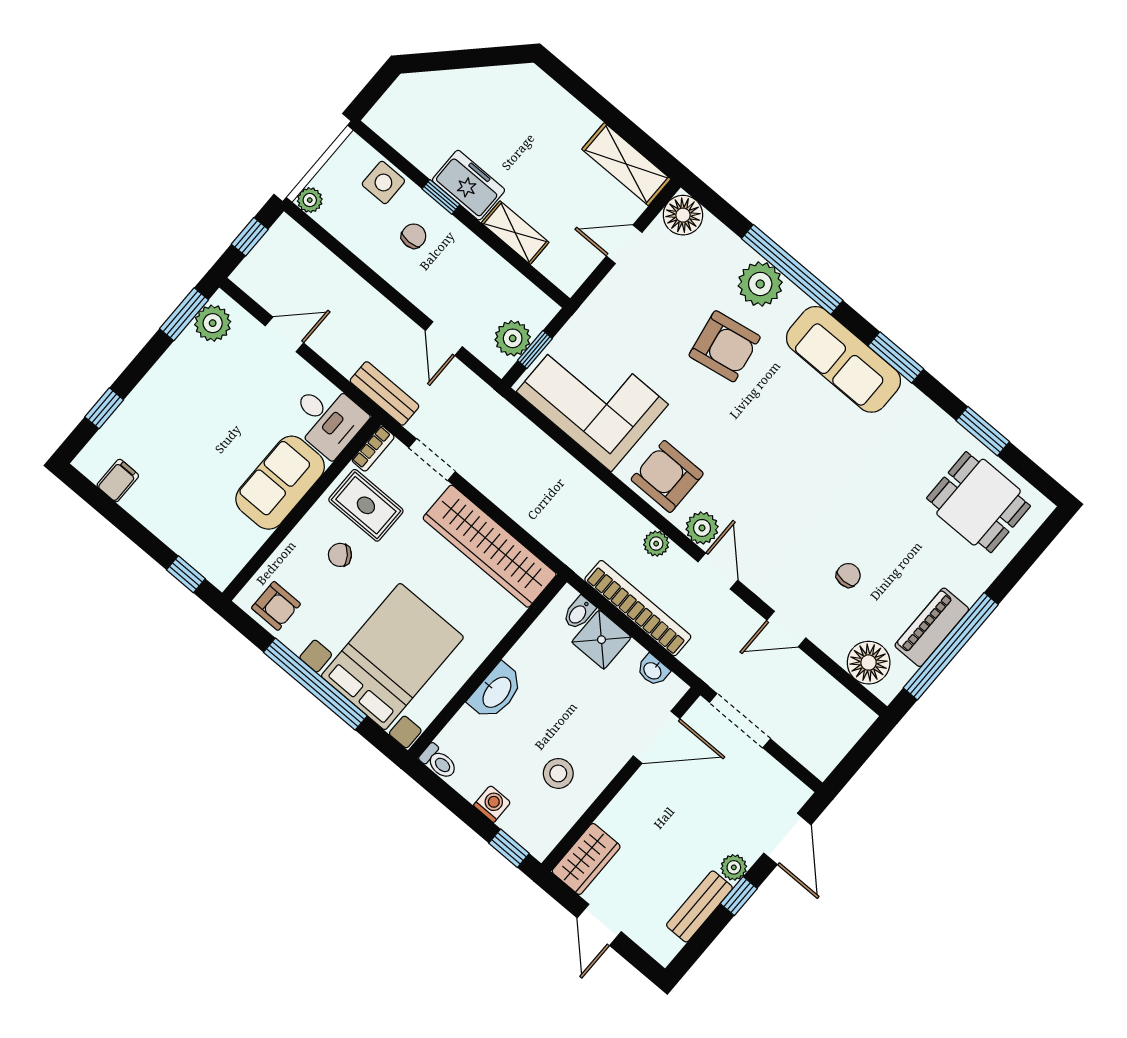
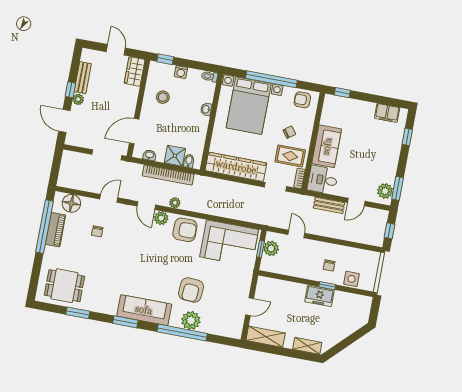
plant: (310, 200) -> (375, 257), removed
floor lamp: (683, 215) -> (234, 330), removed
shelving: (515, 233) -> (307, 346), moved
armchair: (725, 346) -> (191, 290), turned -76
bench: (385, 393) -> (329, 205), moved
filing cabinet: (118, 481) -> (387, 113), width x2.00
washbasin: (496, 692) -> (206, 109), width x0.52, depth x0.69

